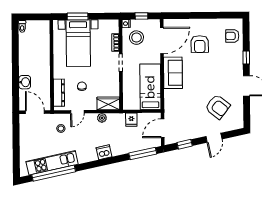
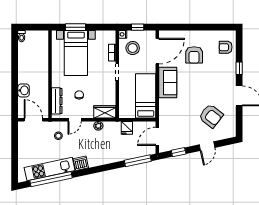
dishwasher: (104, 152) -> (81, 163), moved

